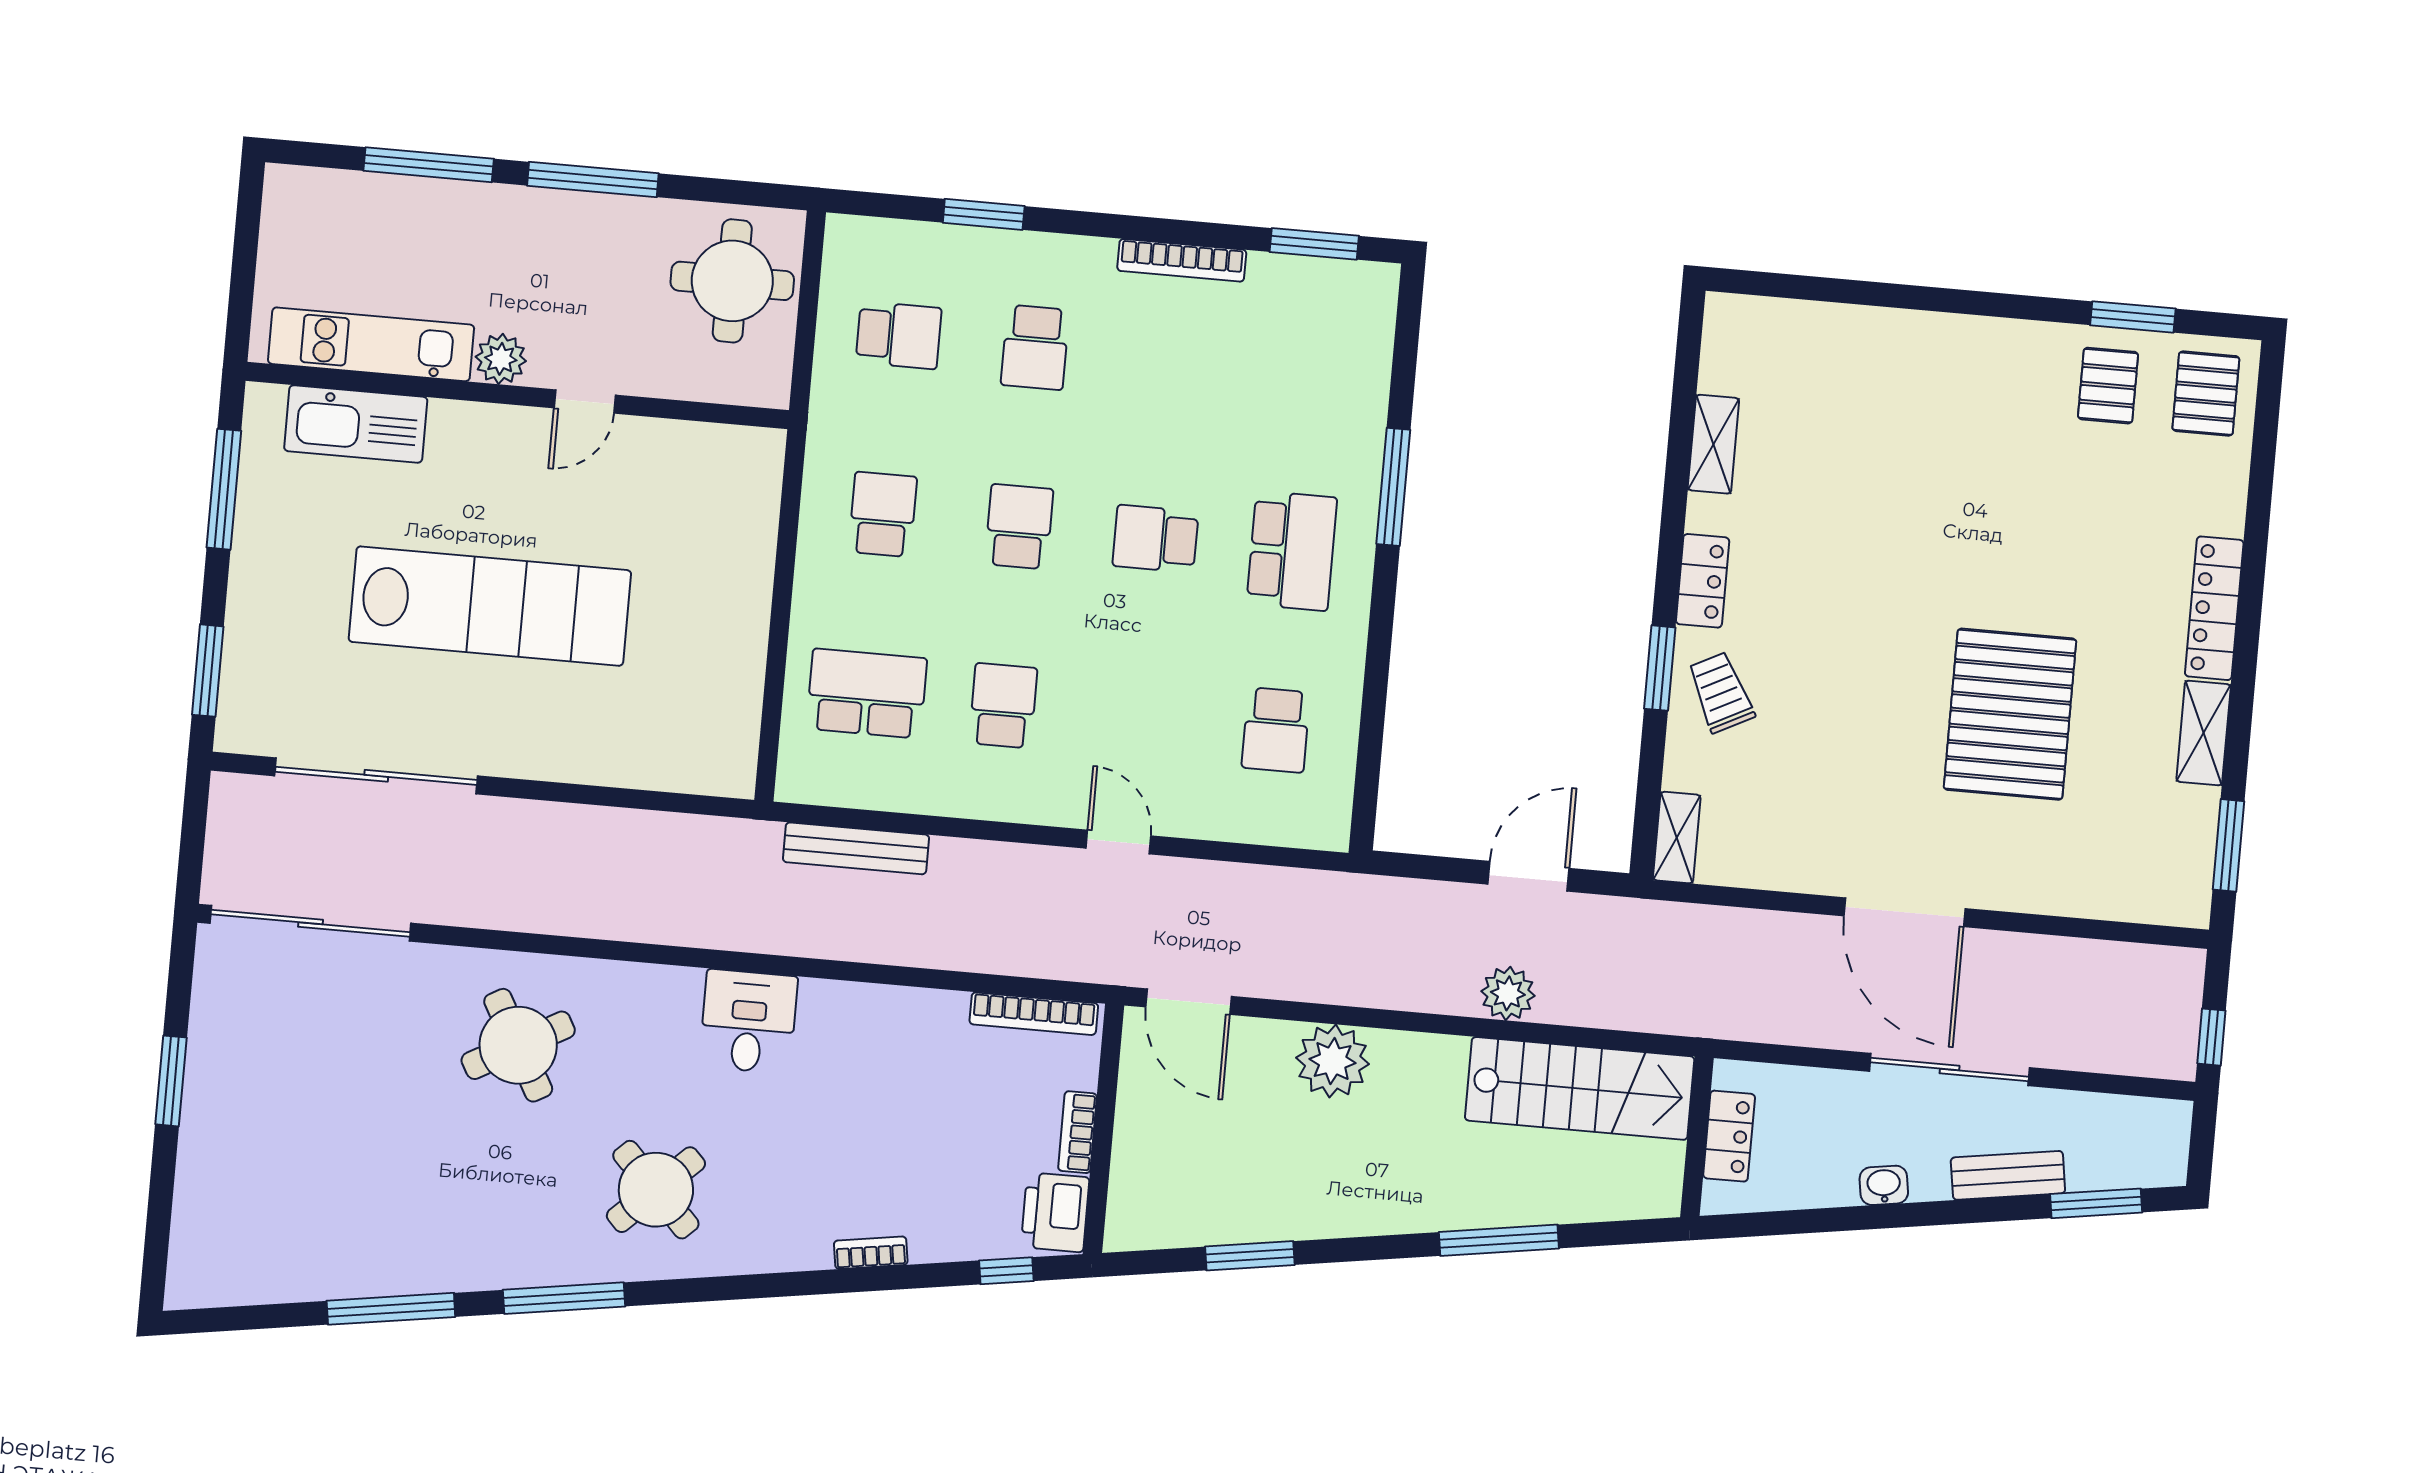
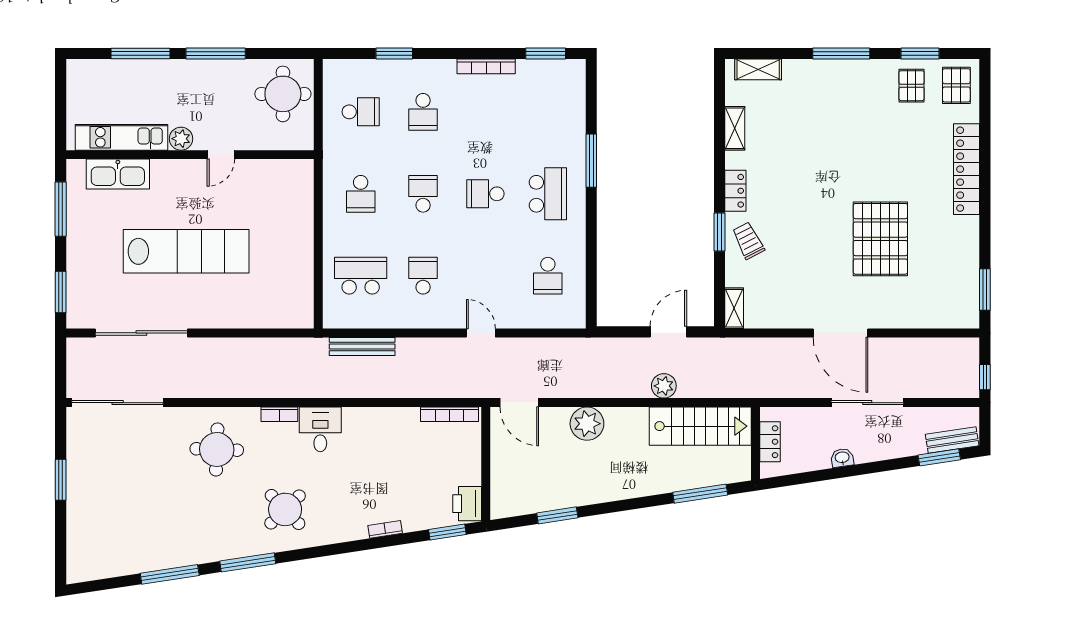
window: (1961, 302) -> (841, 54), added
school desk: (883, 514) -> (361, 194), turned 180
locker: (2214, 608) -> (967, 169), width x1.41, depth x1.21
shelving: (2204, 733) -> (758, 69), moved, turned 90
round table: (518, 1045) -> (217, 449), turned 31
bookcase: (1078, 1132) -> (279, 414), moved, turned -90
bench: (2008, 1175) -> (952, 440), moved
window: (1499, 1240) -> (700, 494), moved
window: (1006, 1271) -> (447, 532), width x1.50

